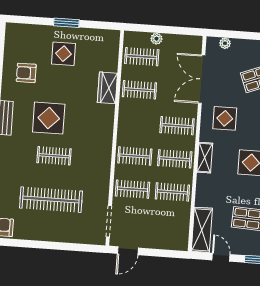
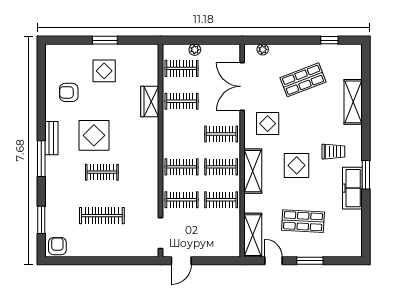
shelving: (205, 158) -> (253, 171), width x1.50, depth x1.33
clothes rail: (51, 200) -> (102, 216), width x0.73, depth x0.76

